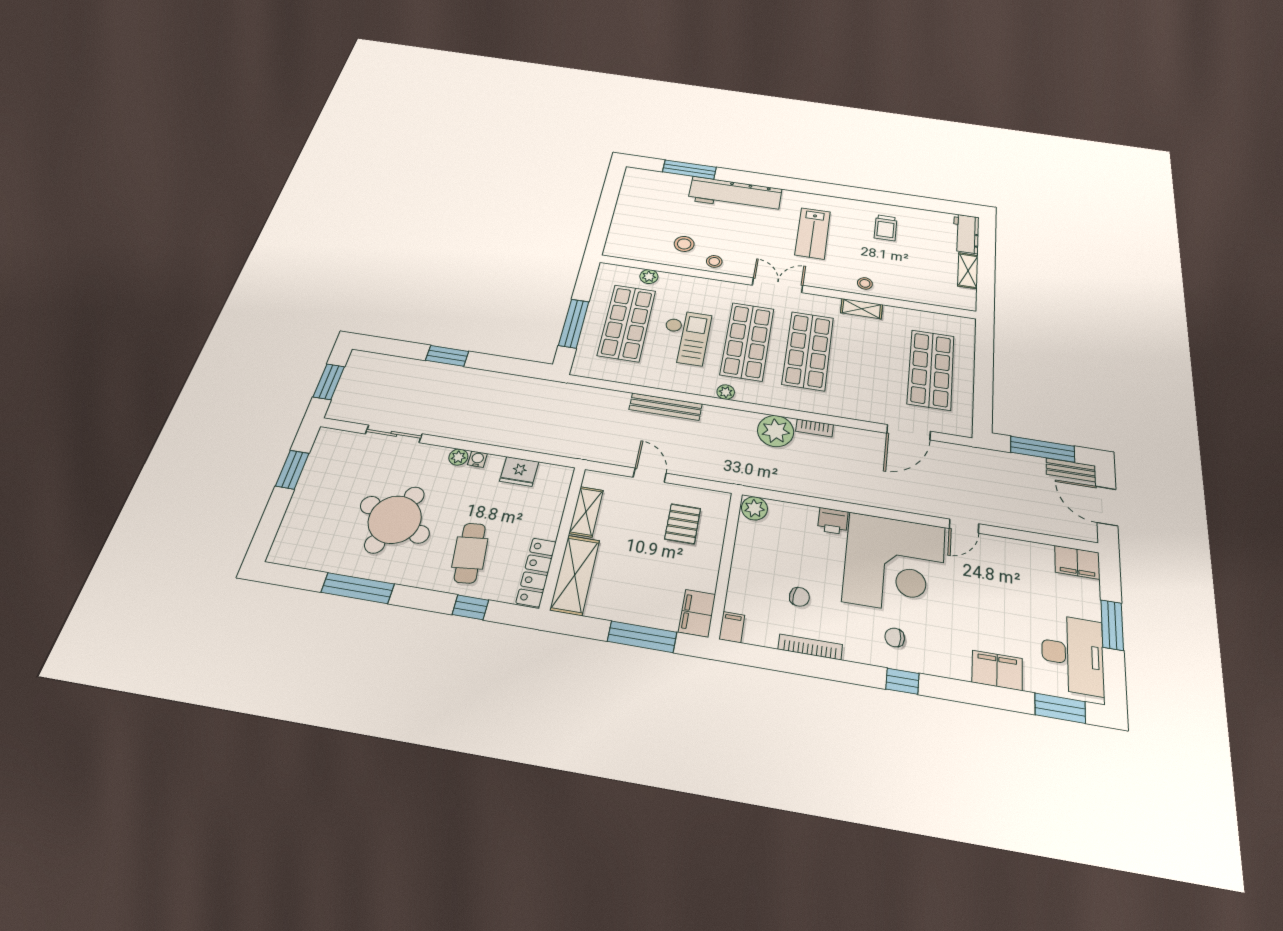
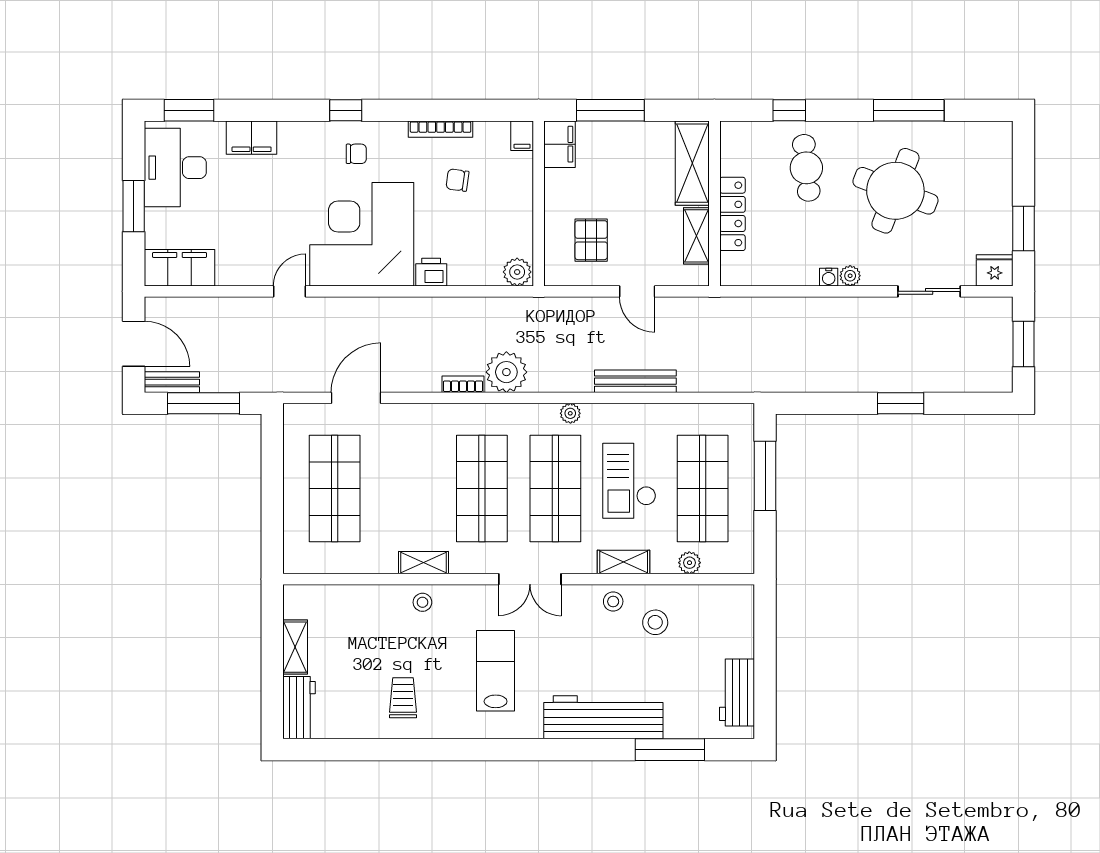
workbench: (632, 194) -> (737, 692), added
shelving: (701, 285) -> (624, 562), added
fridge: (519, 471) -> (995, 270), moved
filing cabinet: (1077, 562) -> (180, 268), width x1.50, depth x1.17
locker: (536, 572) -> (732, 214), moved

